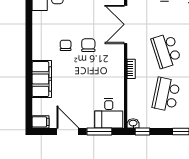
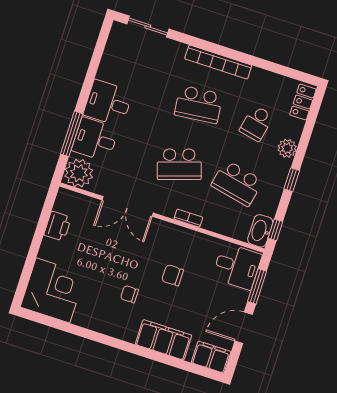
chair: (88, 45) -> (173, 275), moved
filing cabinet: (40, 122) -> (211, 357), width x2.00
washbasin: (133, 123) -> (260, 231), width x1.91, depth x1.45

